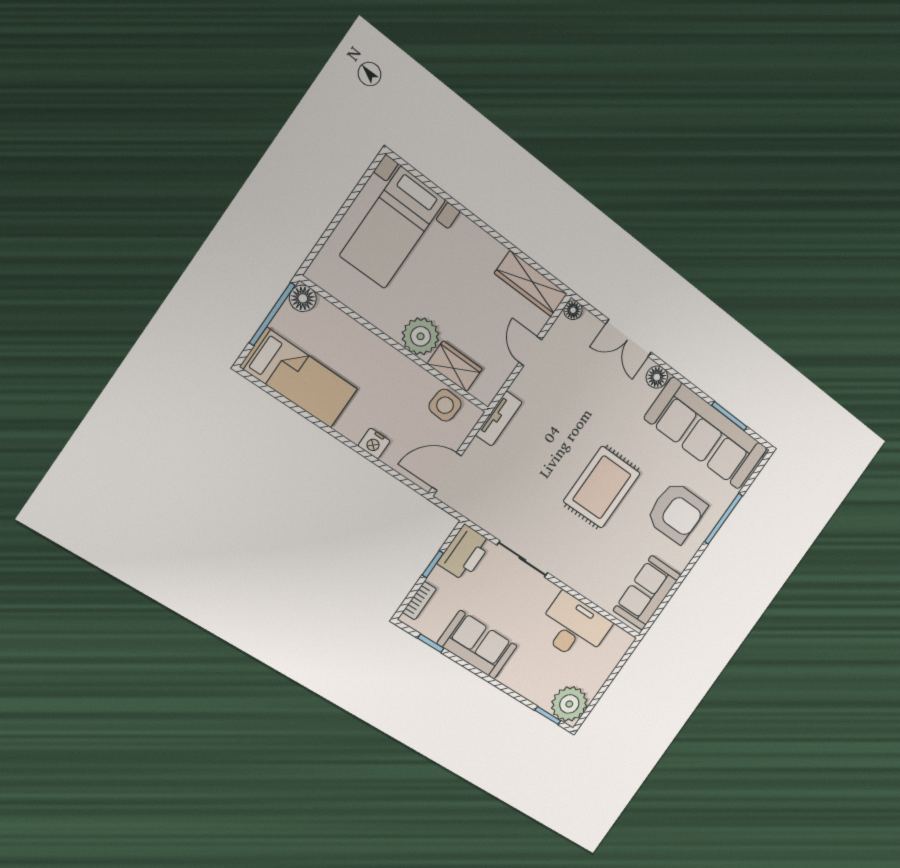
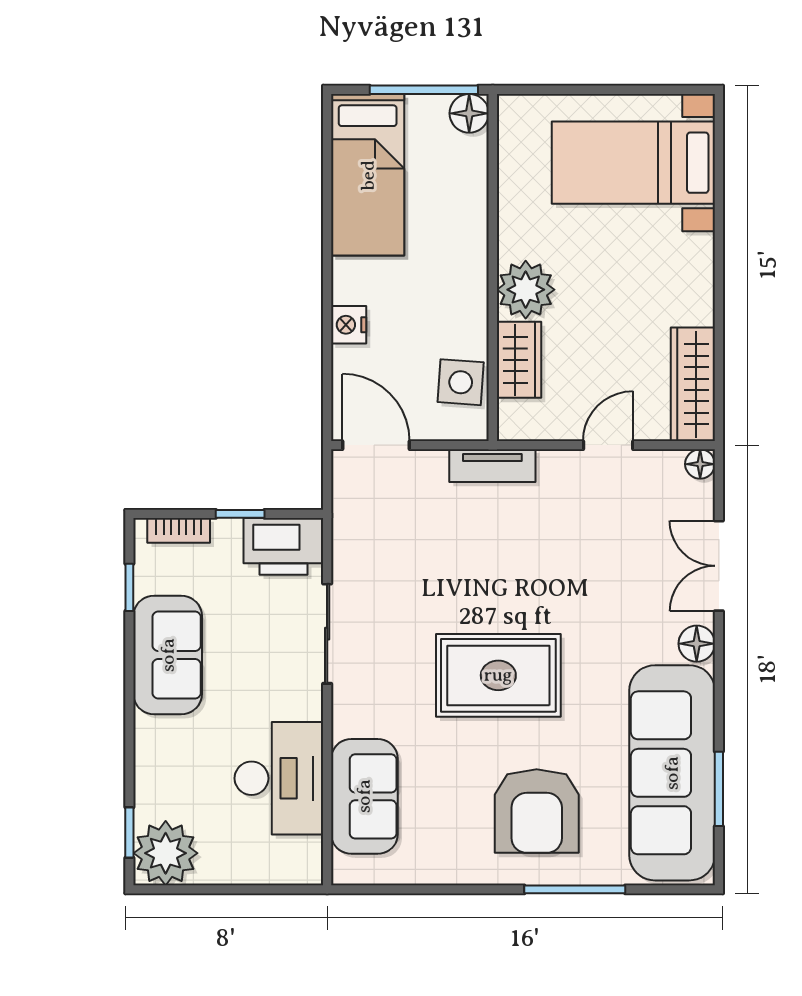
sofa: (647, 593) -> (364, 796), moved, turned 90

